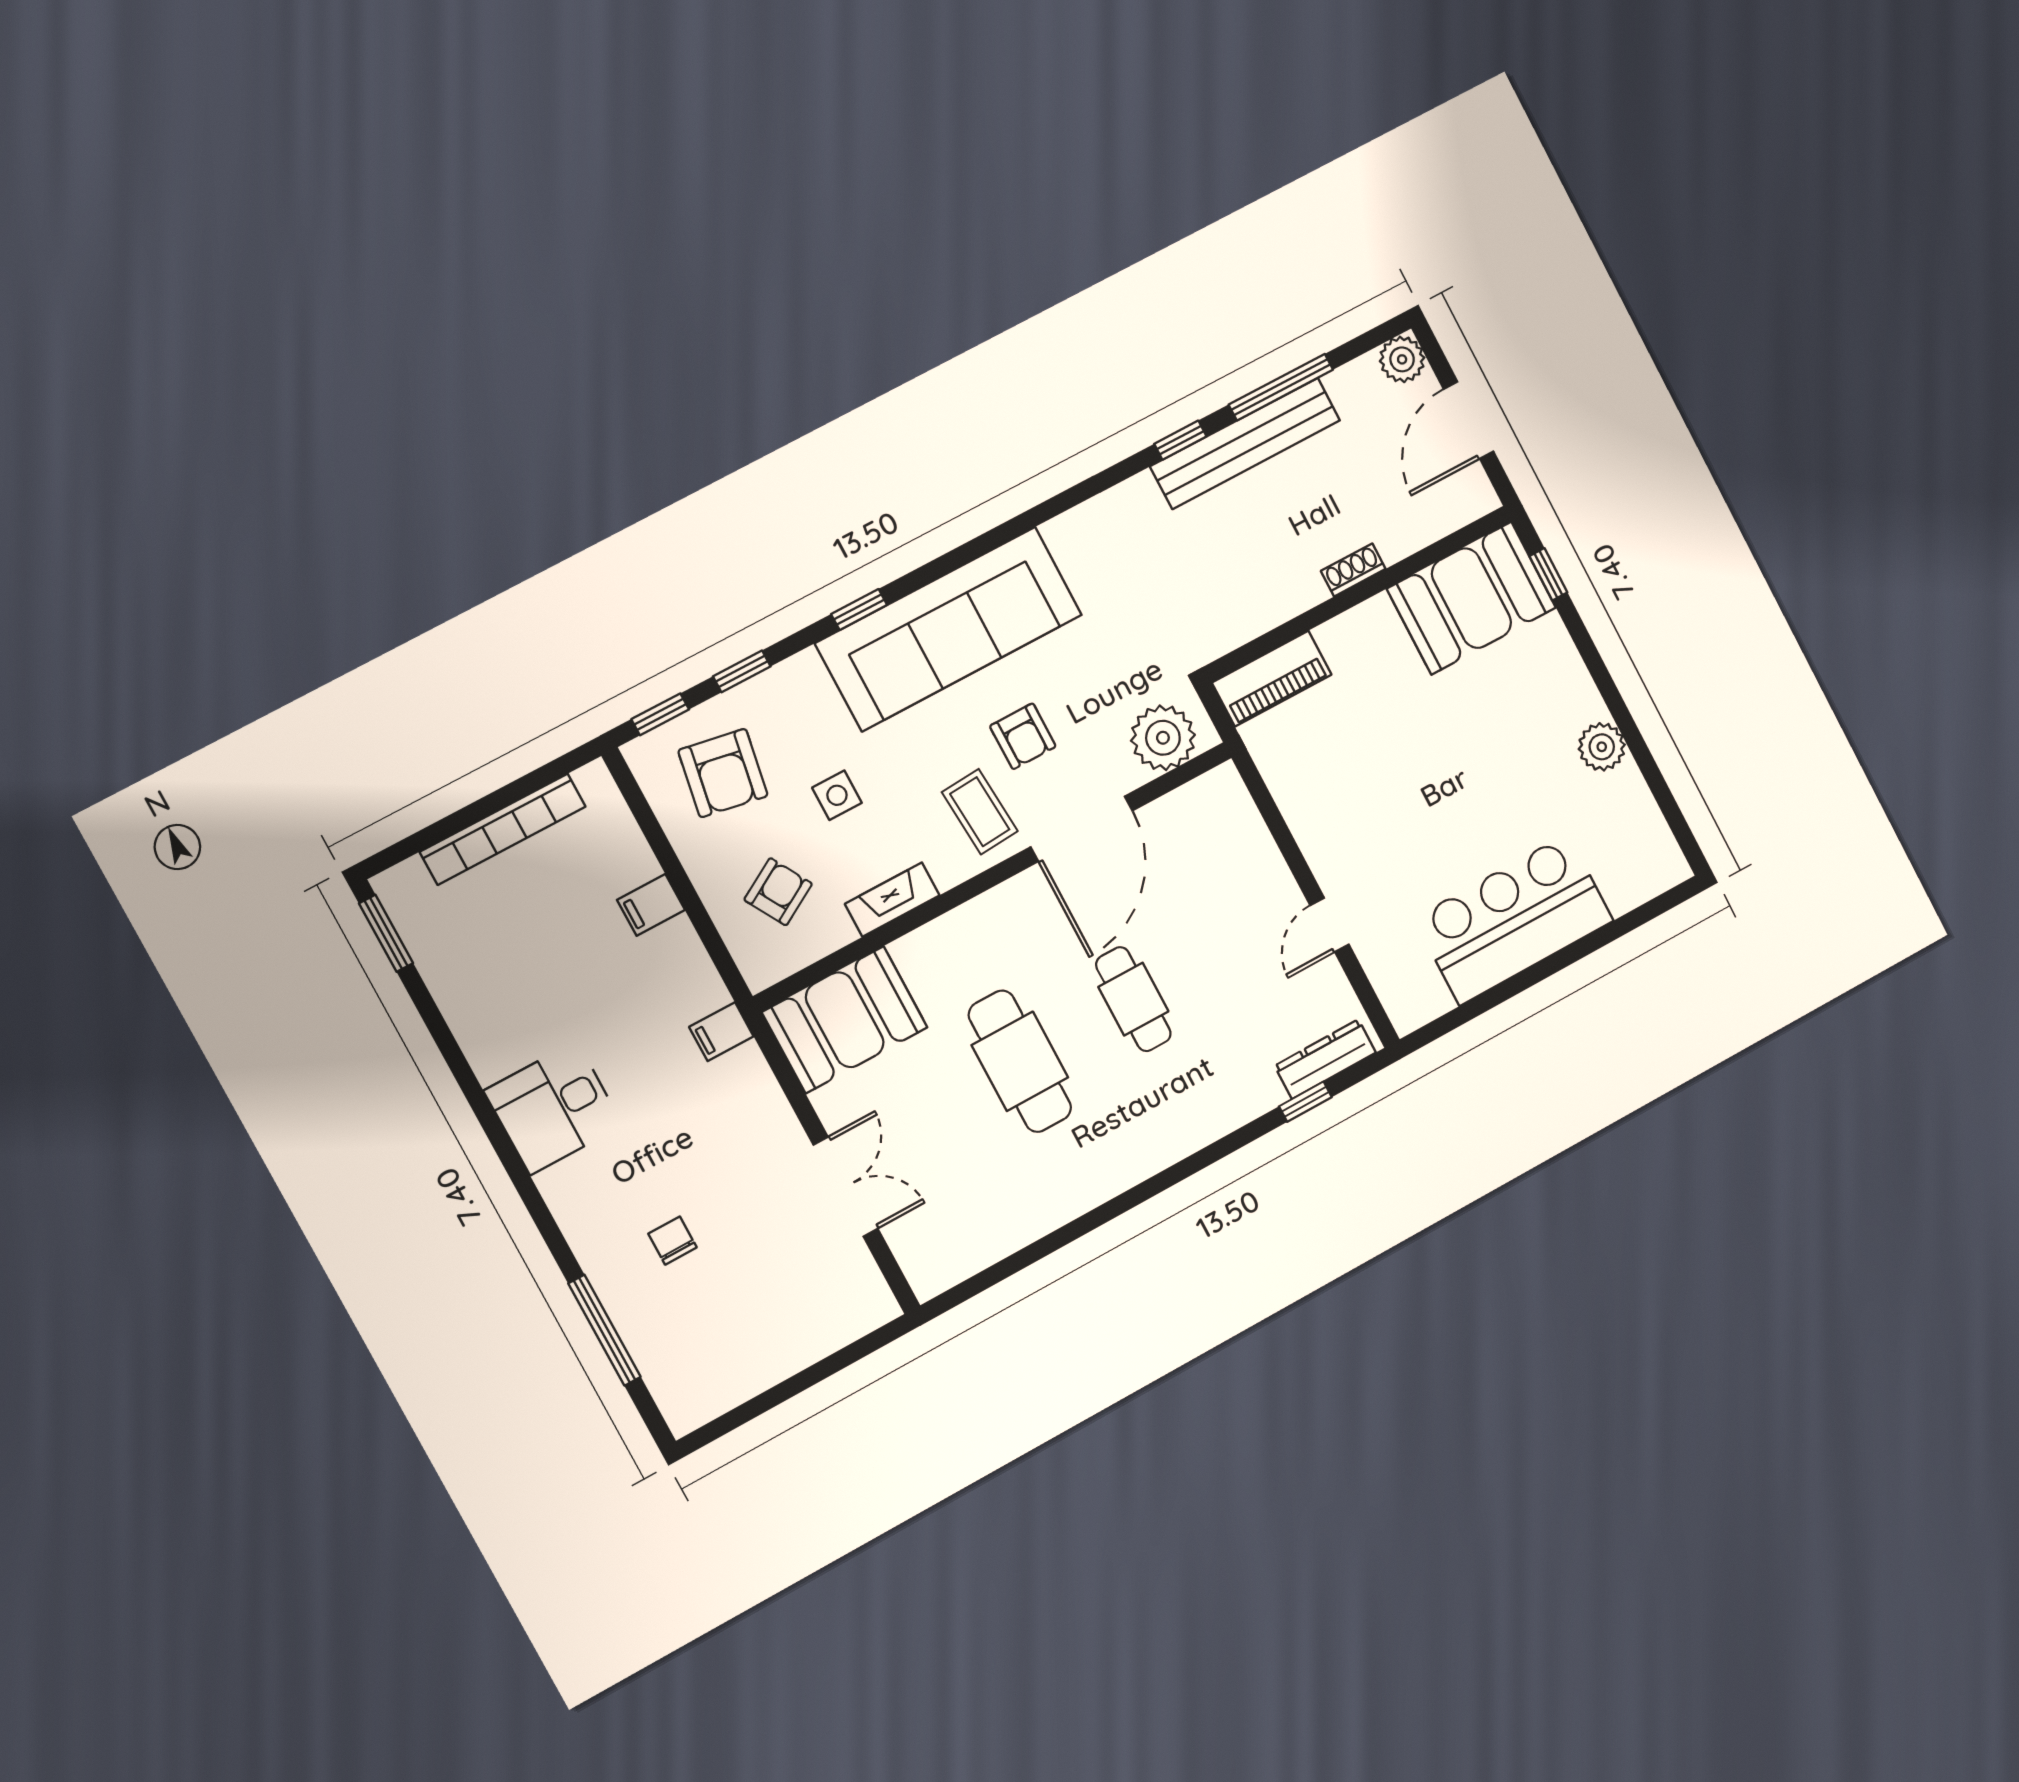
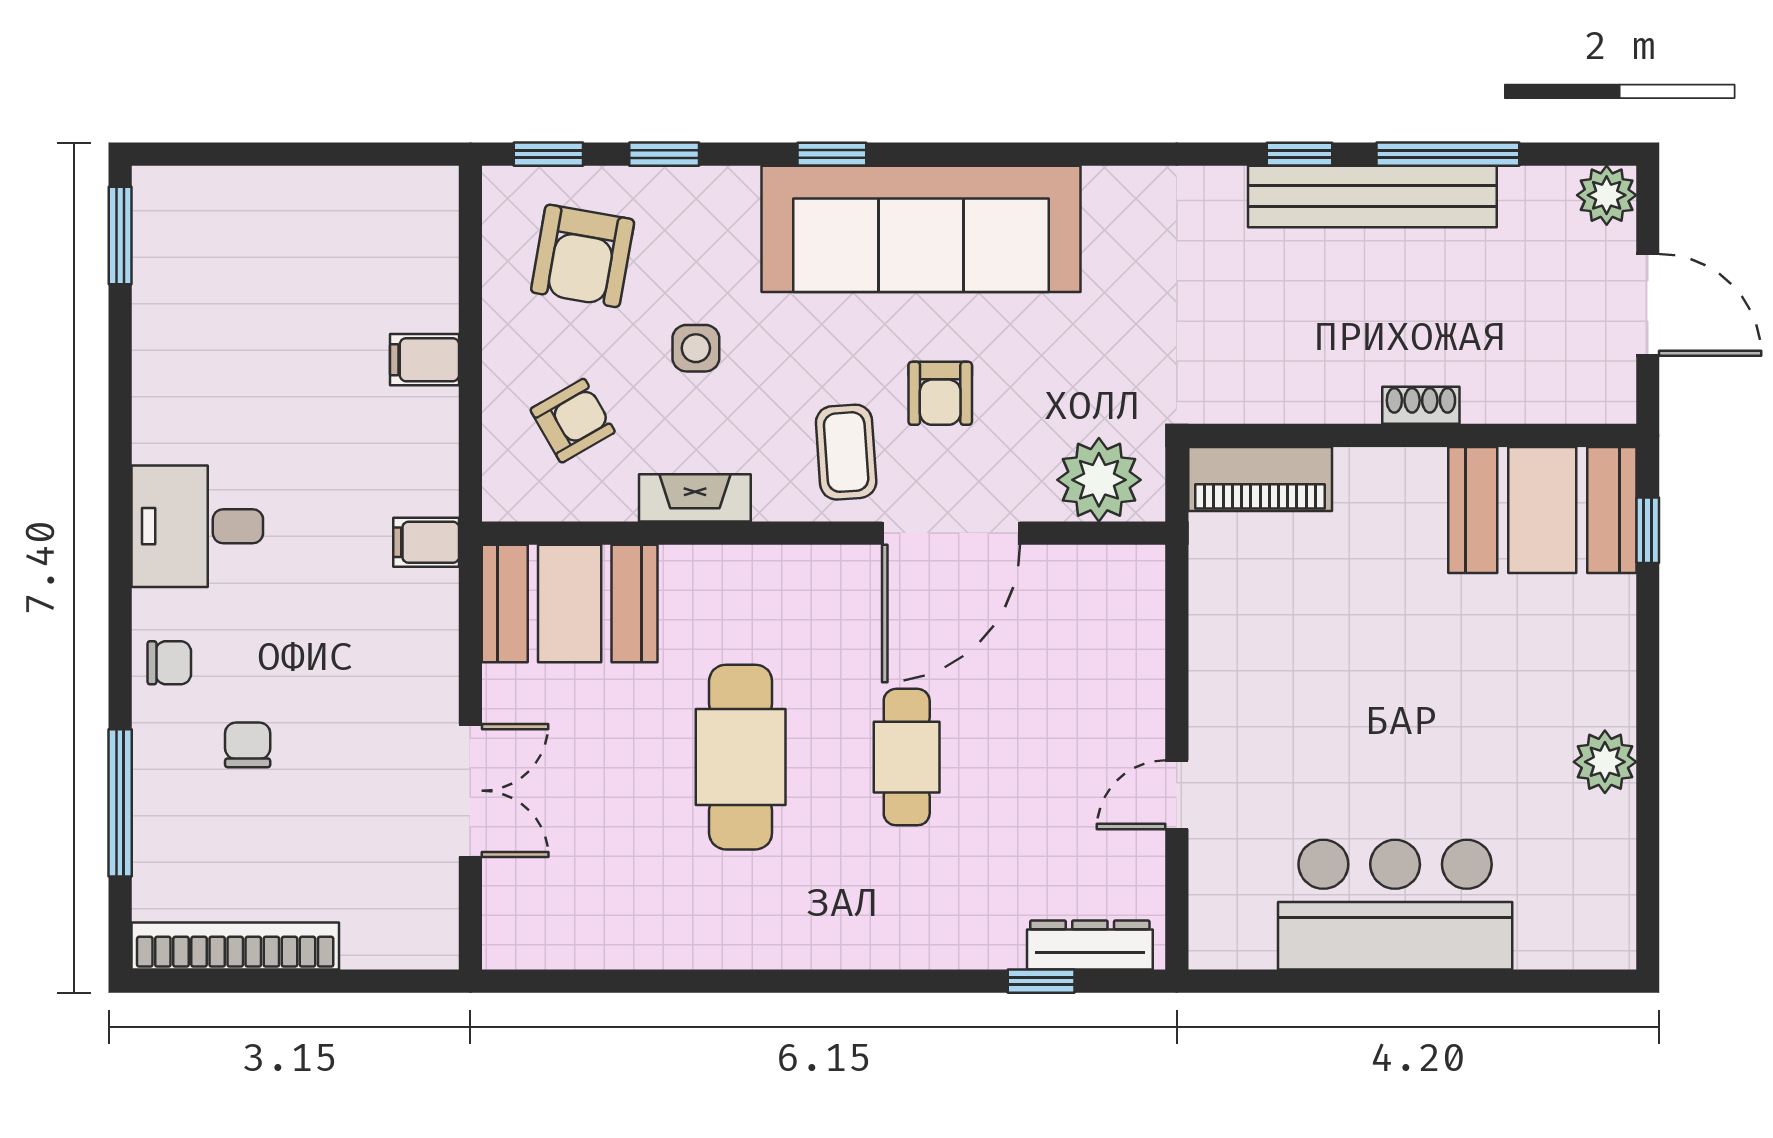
door: (1469, 420) -> (1648, 305), swing flipped
bookcase: (503, 829) -> (235, 946), moved, turned 180
chair: (586, 1214) -> (169, 663), added

